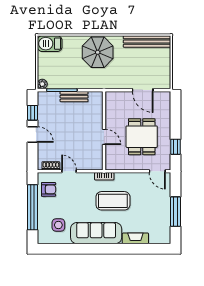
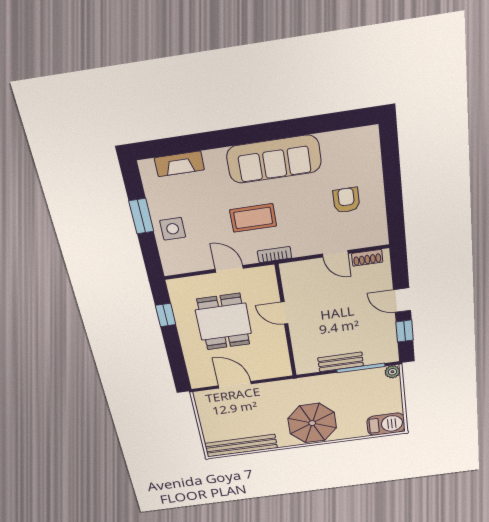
door: (157, 171) -> (229, 269), moved
armchair: (49, 189) -> (346, 200), moved, turned 90
coffee table: (113, 201) -> (253, 218), width x0.73, depth x0.76
window: (33, 207) -> (393, 187), removed
window: (175, 212) -> (141, 216), width x0.69
side table: (58, 225) -> (173, 229), moved
fireplace: (135, 238) -> (179, 164), moved

